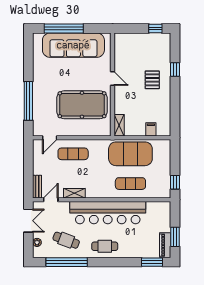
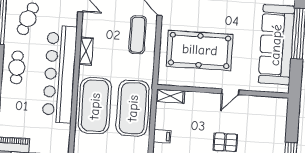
pool table: (82, 105) -> (200, 50), turned 90
exercise mat: (130, 184) -> (95, 106), width x2.00, depth x1.45
shelving: (74, 193) -> (86, 51), moved

